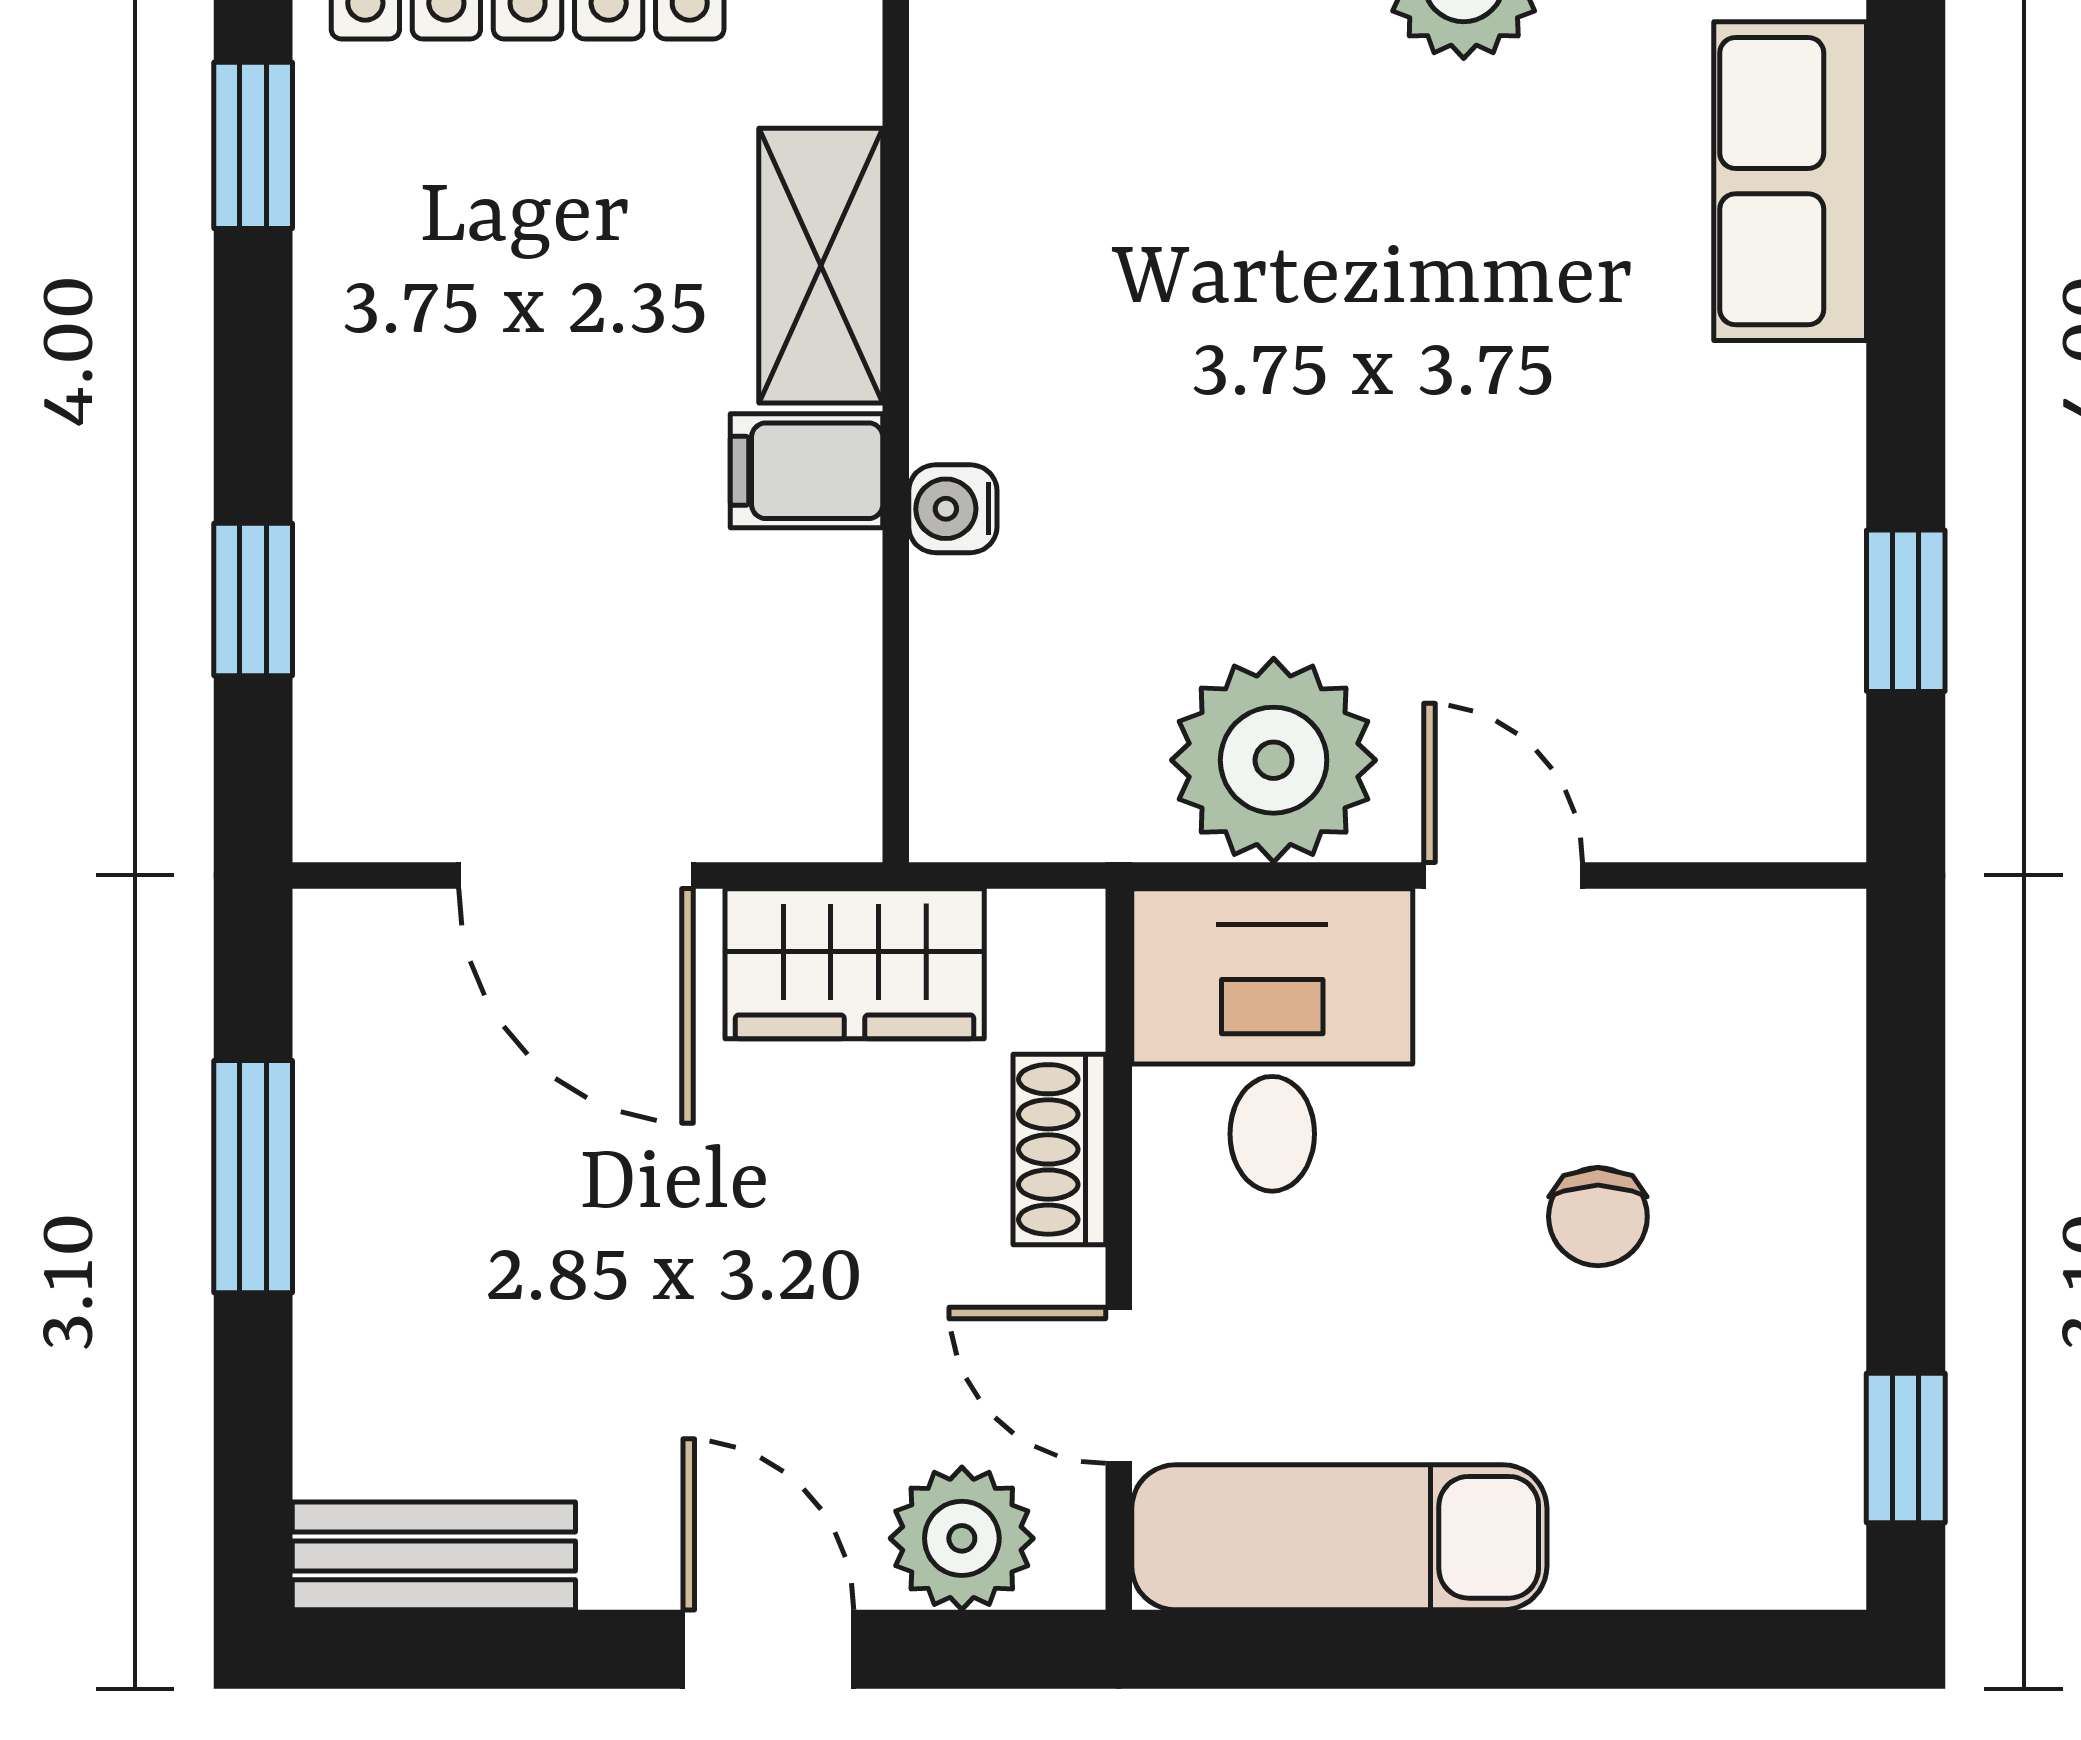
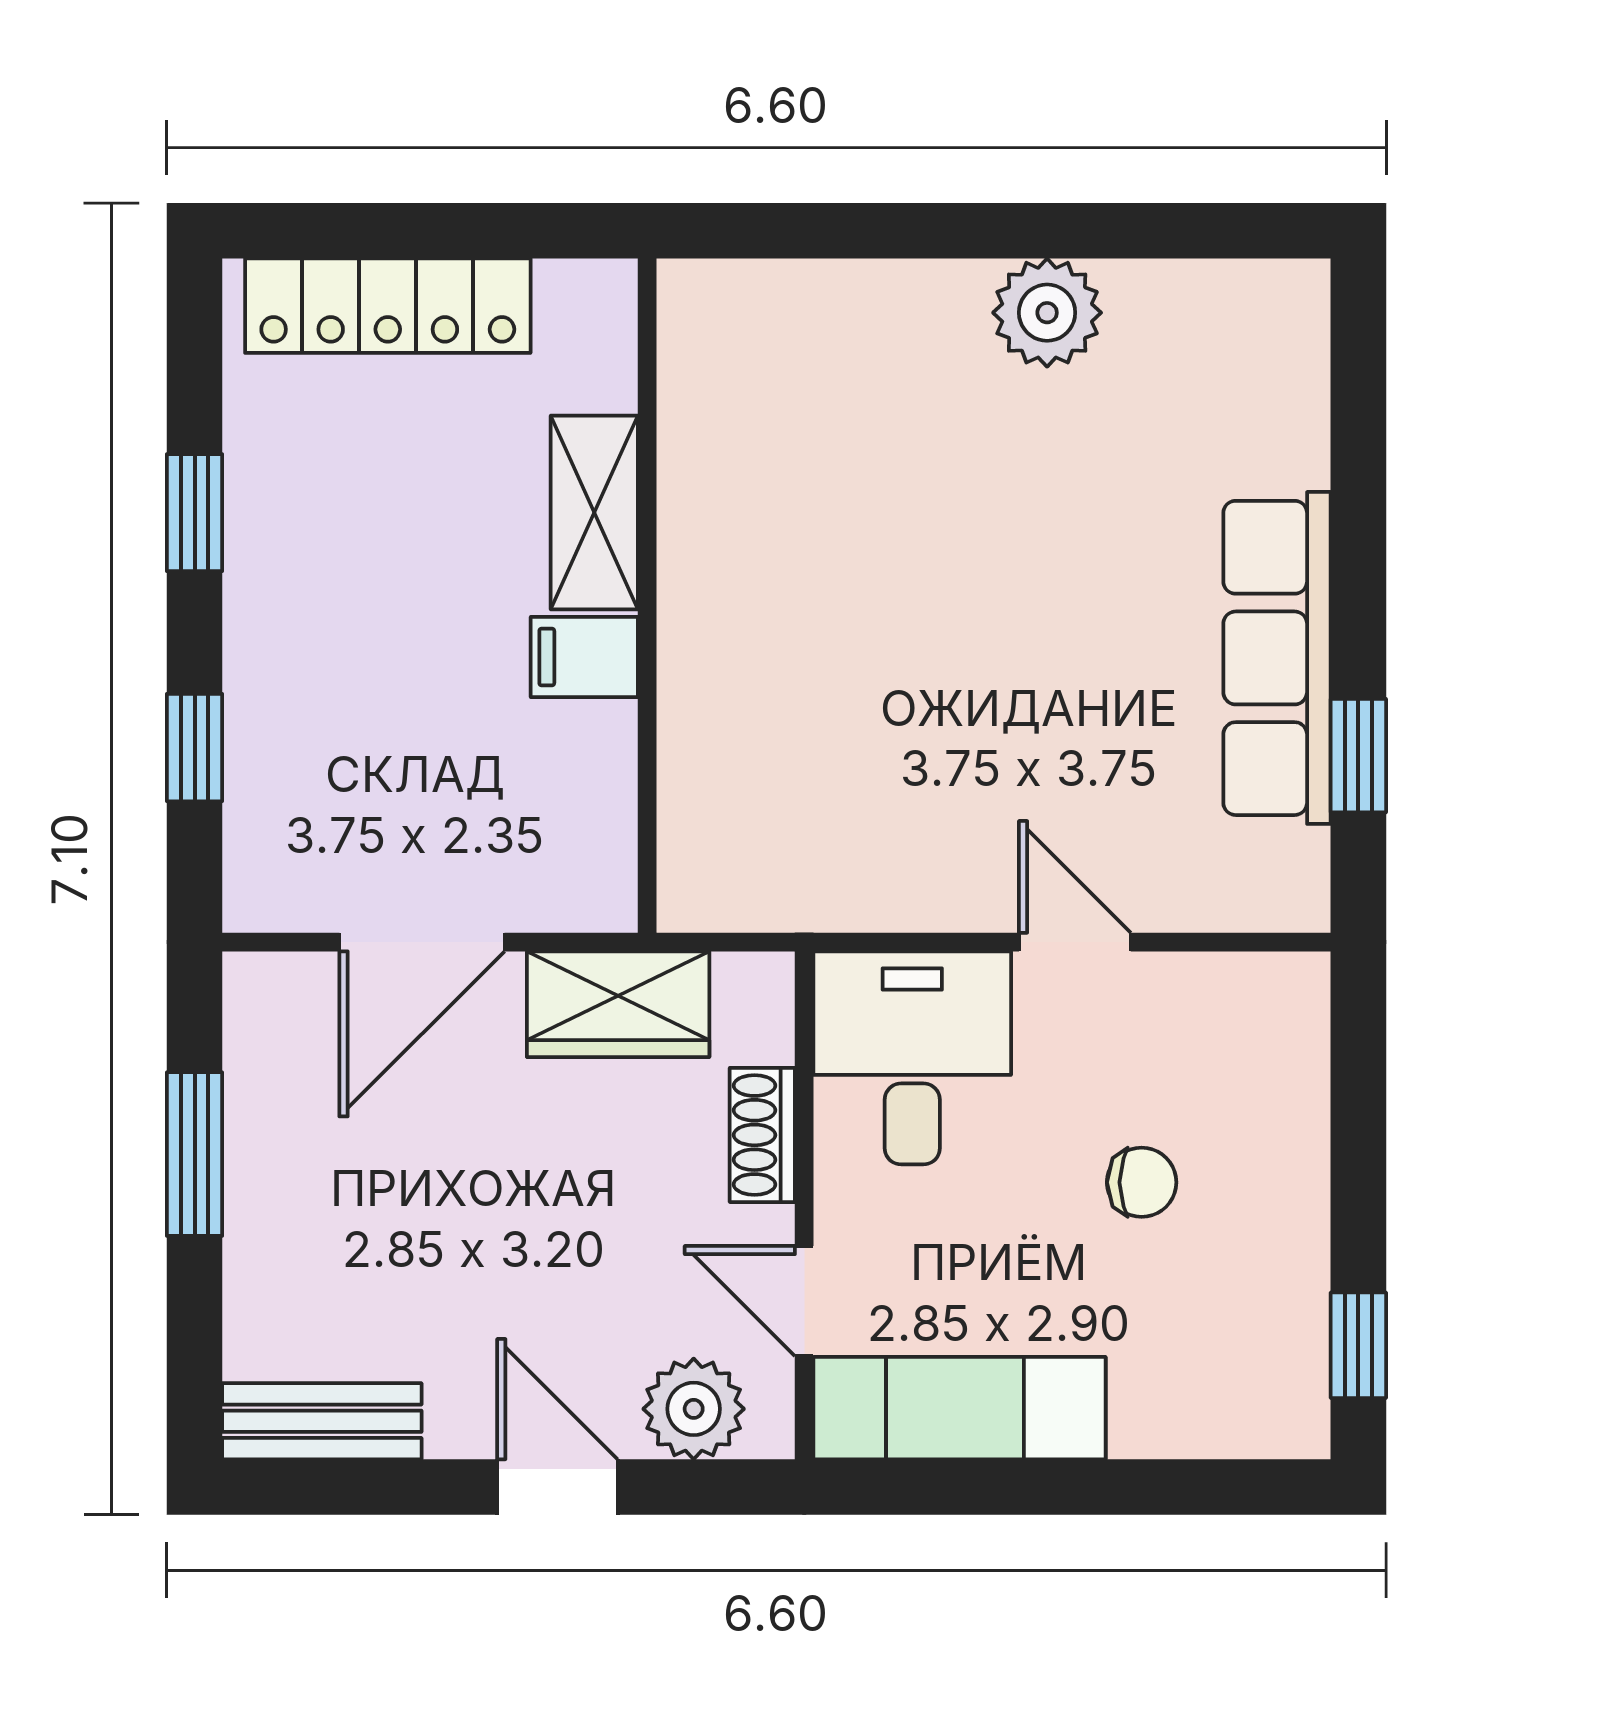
window: (253, 145) -> (195, 513), moved
row of seats: (1790, 181) -> (1277, 658), moved, width x1.48
water cooler: (953, 509) -> (687, 684), removed
plant: (1274, 760) -> (913, 861), removed
door: (576, 875) -> (422, 942), hinge flipped
chair: (1598, 1217) -> (1142, 1182), turned -90

